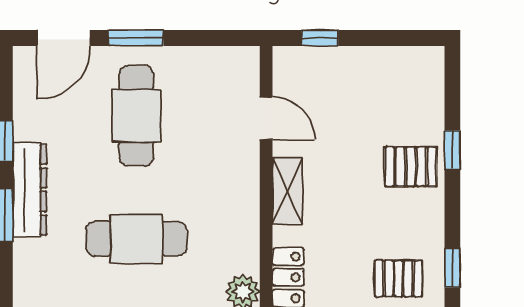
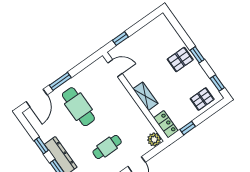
door: (266, 118) -> (115, 68), moved
window: (452, 150) -> (197, 55), moved
cafe table: (136, 239) -> (107, 147), width x0.73, depth x0.74

